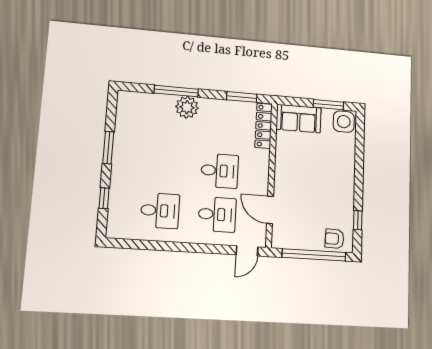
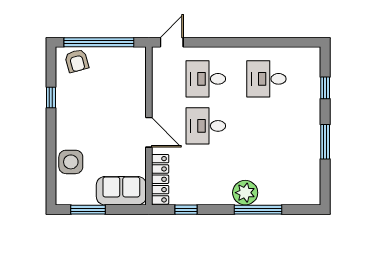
window: (242, 97) -> (186, 210), width x0.67
side table: (344, 122) -> (71, 162), moved
door: (270, 210) -> (149, 132), moved
window: (358, 220) -> (51, 98), moved
armchair: (334, 239) -> (77, 61), turned 73

